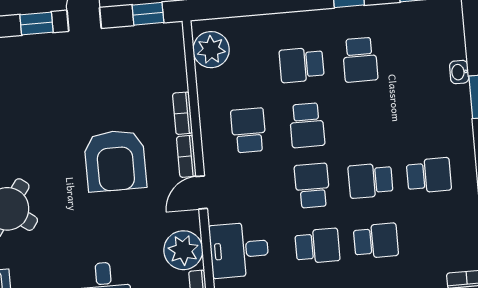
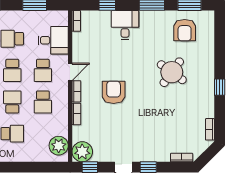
armchair: (115, 161) -> (114, 92), width x0.73, depth x0.73
school desk: (254, 191) -> (43, 70), added
plant: (183, 250) -> (82, 152), moved

